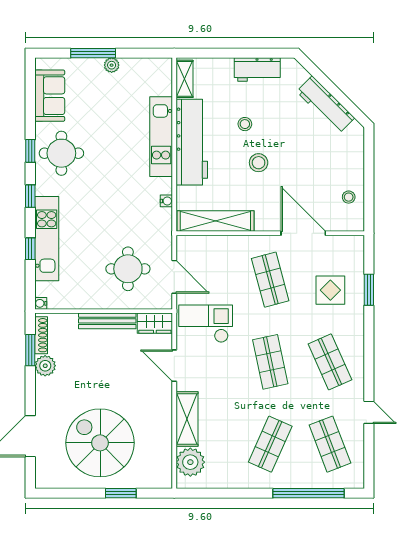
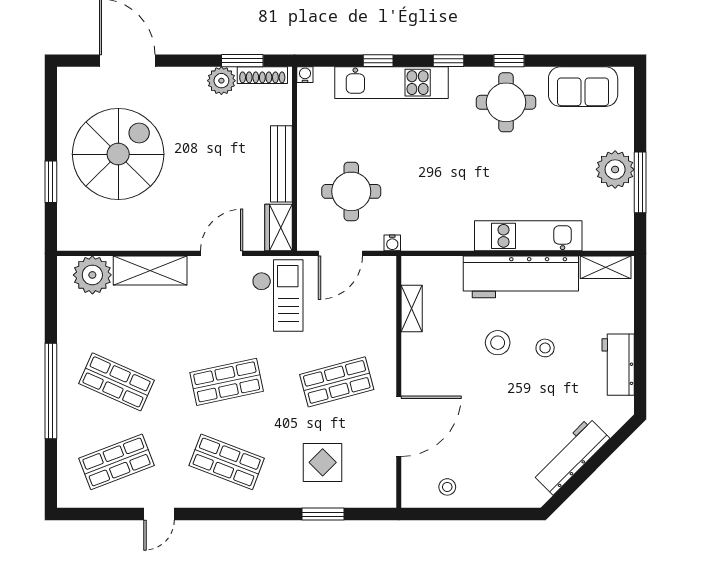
window: (93, 53) -> (640, 182), moved
plant: (112, 65) -> (615, 169), width x1.87, depth x1.87
stool: (259, 163) -> (498, 343), moved
water cooler: (166, 201) -> (392, 243), moved
shelving: (215, 221) -> (412, 309), width x0.45, depth x0.75
shop shelf: (330, 362) -> (227, 462), turned 45
window: (309, 493) -> (51, 391), moved

